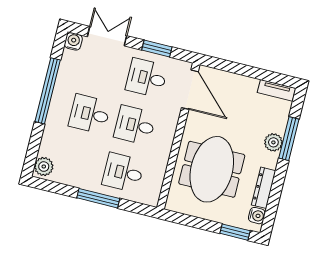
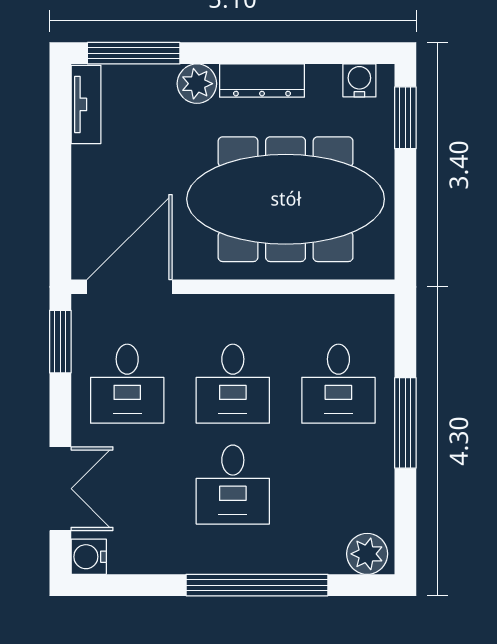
double door: (107, 36) -> (60, 489), swing flipped
window: (157, 49) -> (60, 342), moved
window: (48, 91) -> (257, 585), moved
window: (289, 139) -> (134, 53), moved
meeting table: (212, 169) -> (286, 199), width x1.36
dresser: (264, 188) -> (262, 81), moved

